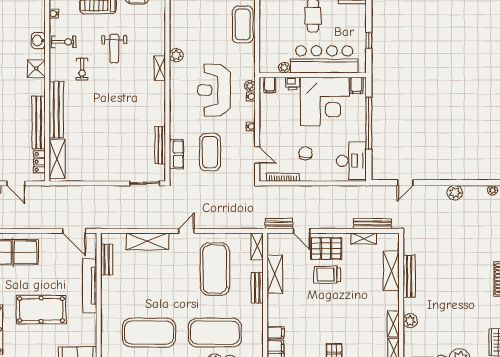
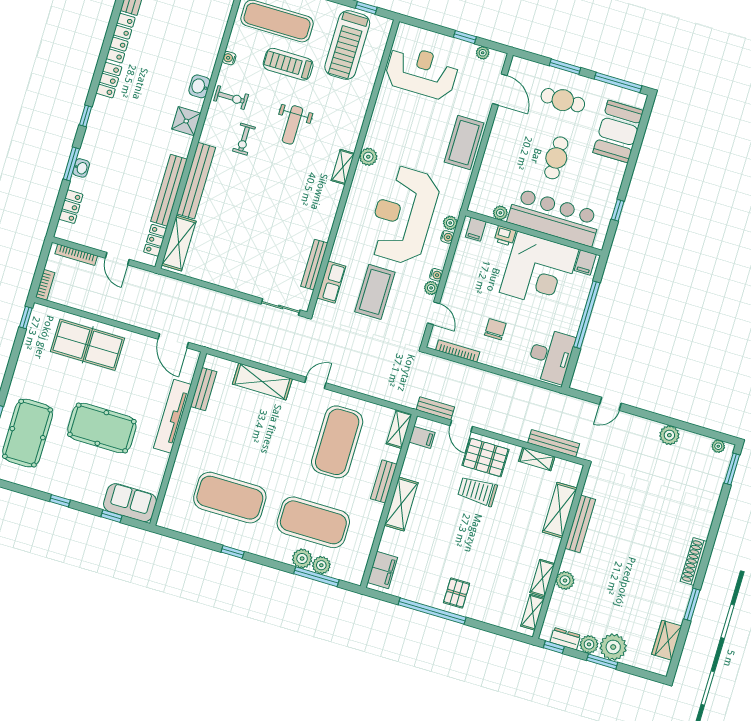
reception desk: (214, 90) -> (403, 215), width x1.36, depth x1.30
plant: (250, 137) -> (431, 288), added
shelving: (275, 274) -> (401, 504), moved
filing cabinet: (276, 332) -> (422, 437), moved

